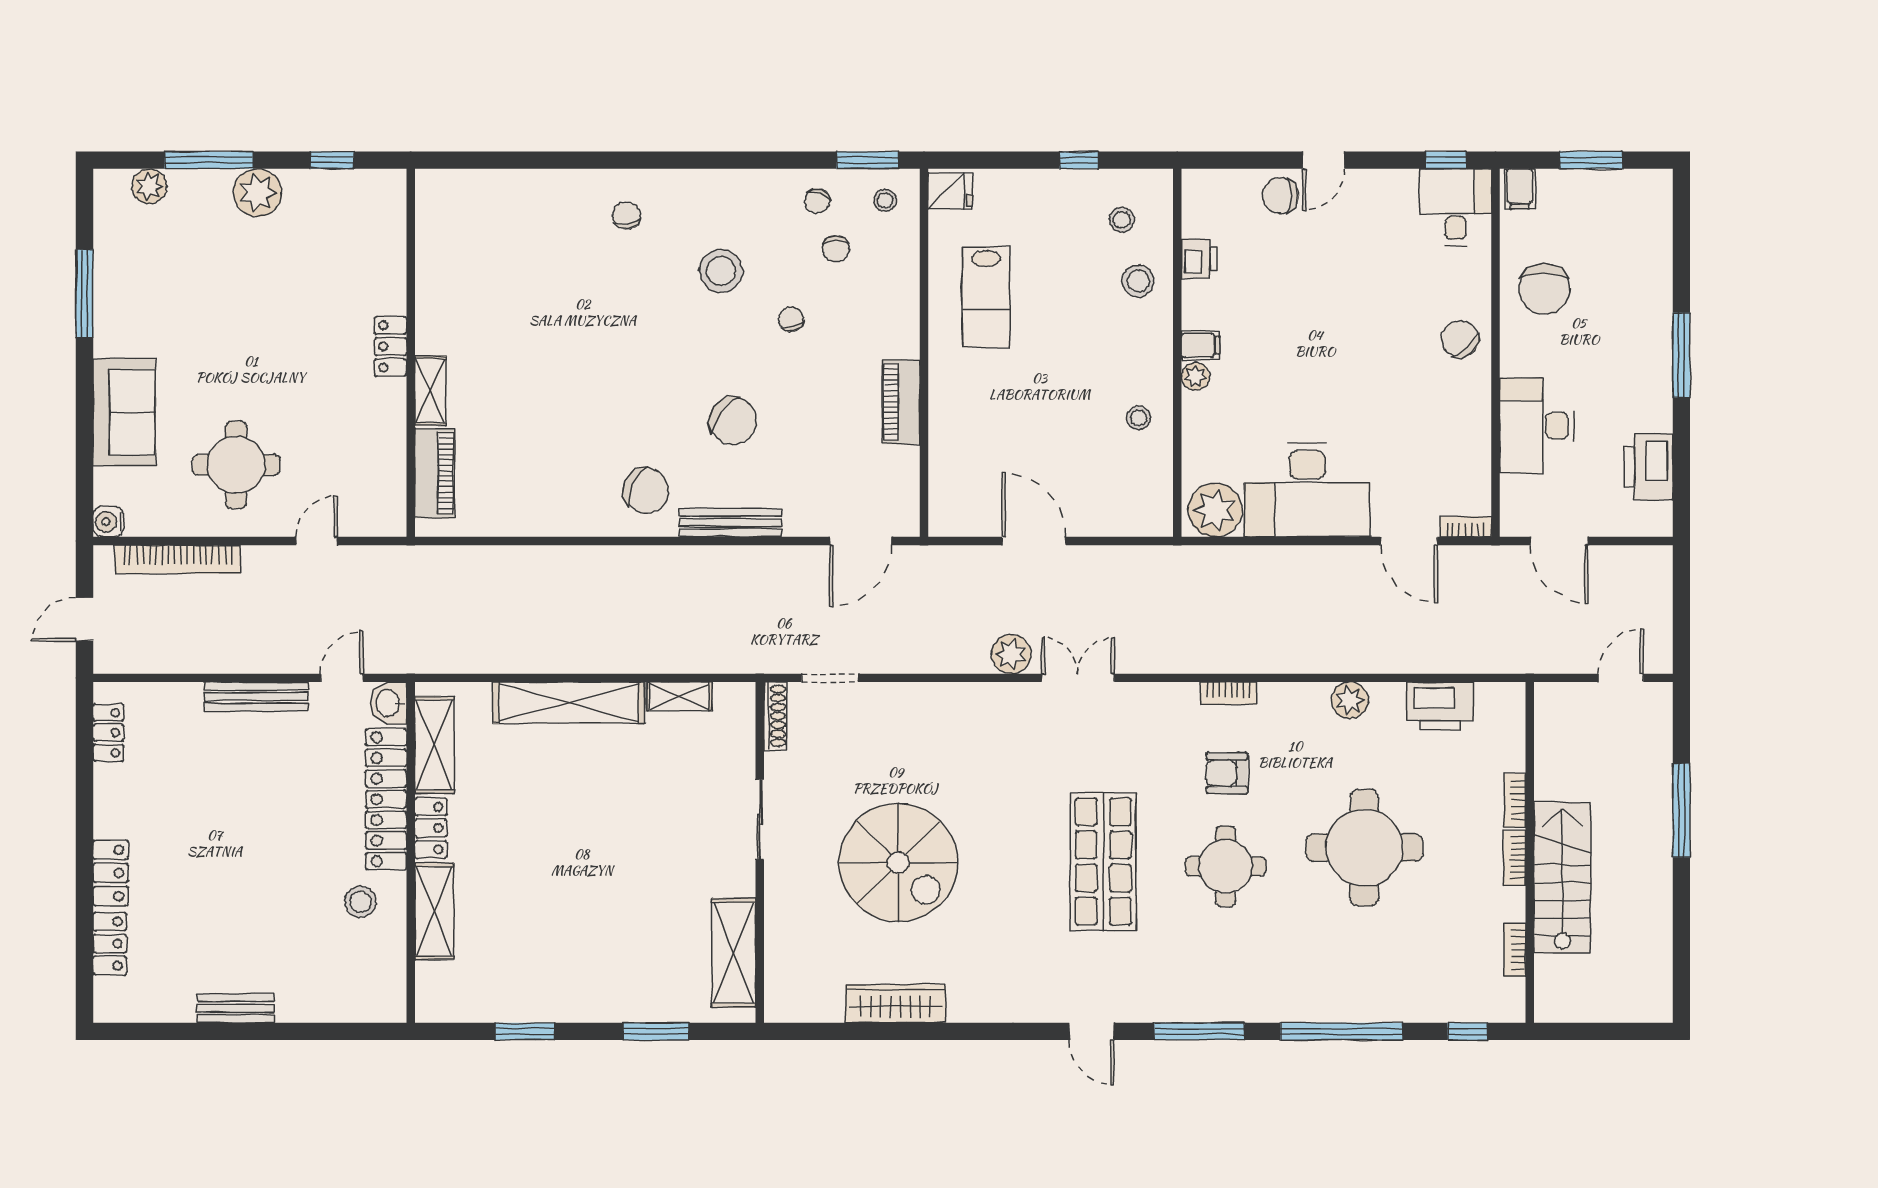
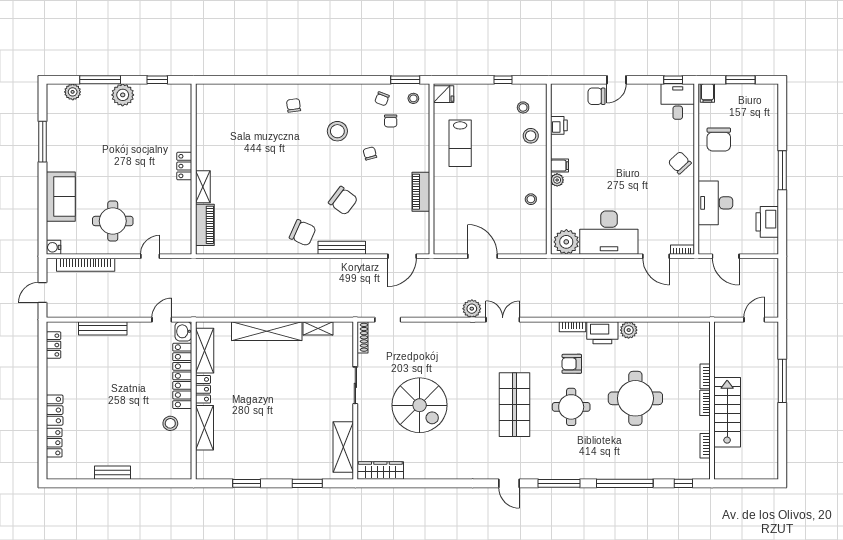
bench: (256, 697) -> (103, 328), moved
printer: (1440, 706) -> (602, 333), moved
wardrobe: (896, 1004) -> (380, 471), moved

